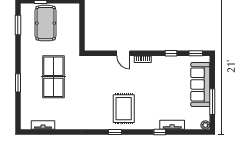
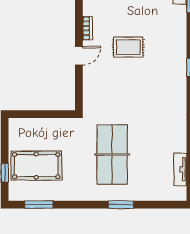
table tennis table: (53, 77) -> (112, 154), turned 90
rug: (124, 109) -> (128, 47), moved, width x0.73, depth x0.70

